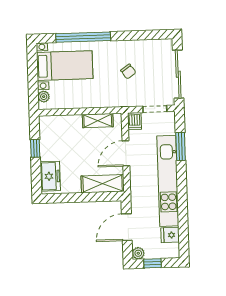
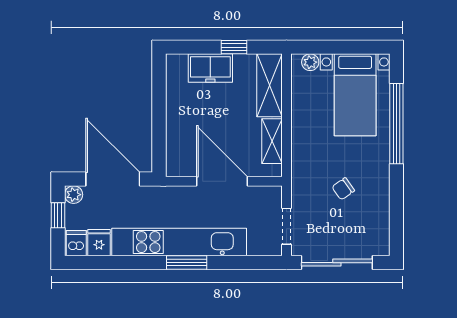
dishwasher: (134, 121) -> (76, 243), moved, turned 90
window: (181, 146) -> (187, 263), moved
door: (126, 153) -> (222, 181), width x1.36
freezer: (50, 176) -> (210, 68), moved
shelving: (103, 184) -> (269, 85), moved
door: (127, 227) -> (113, 179), width x1.36

